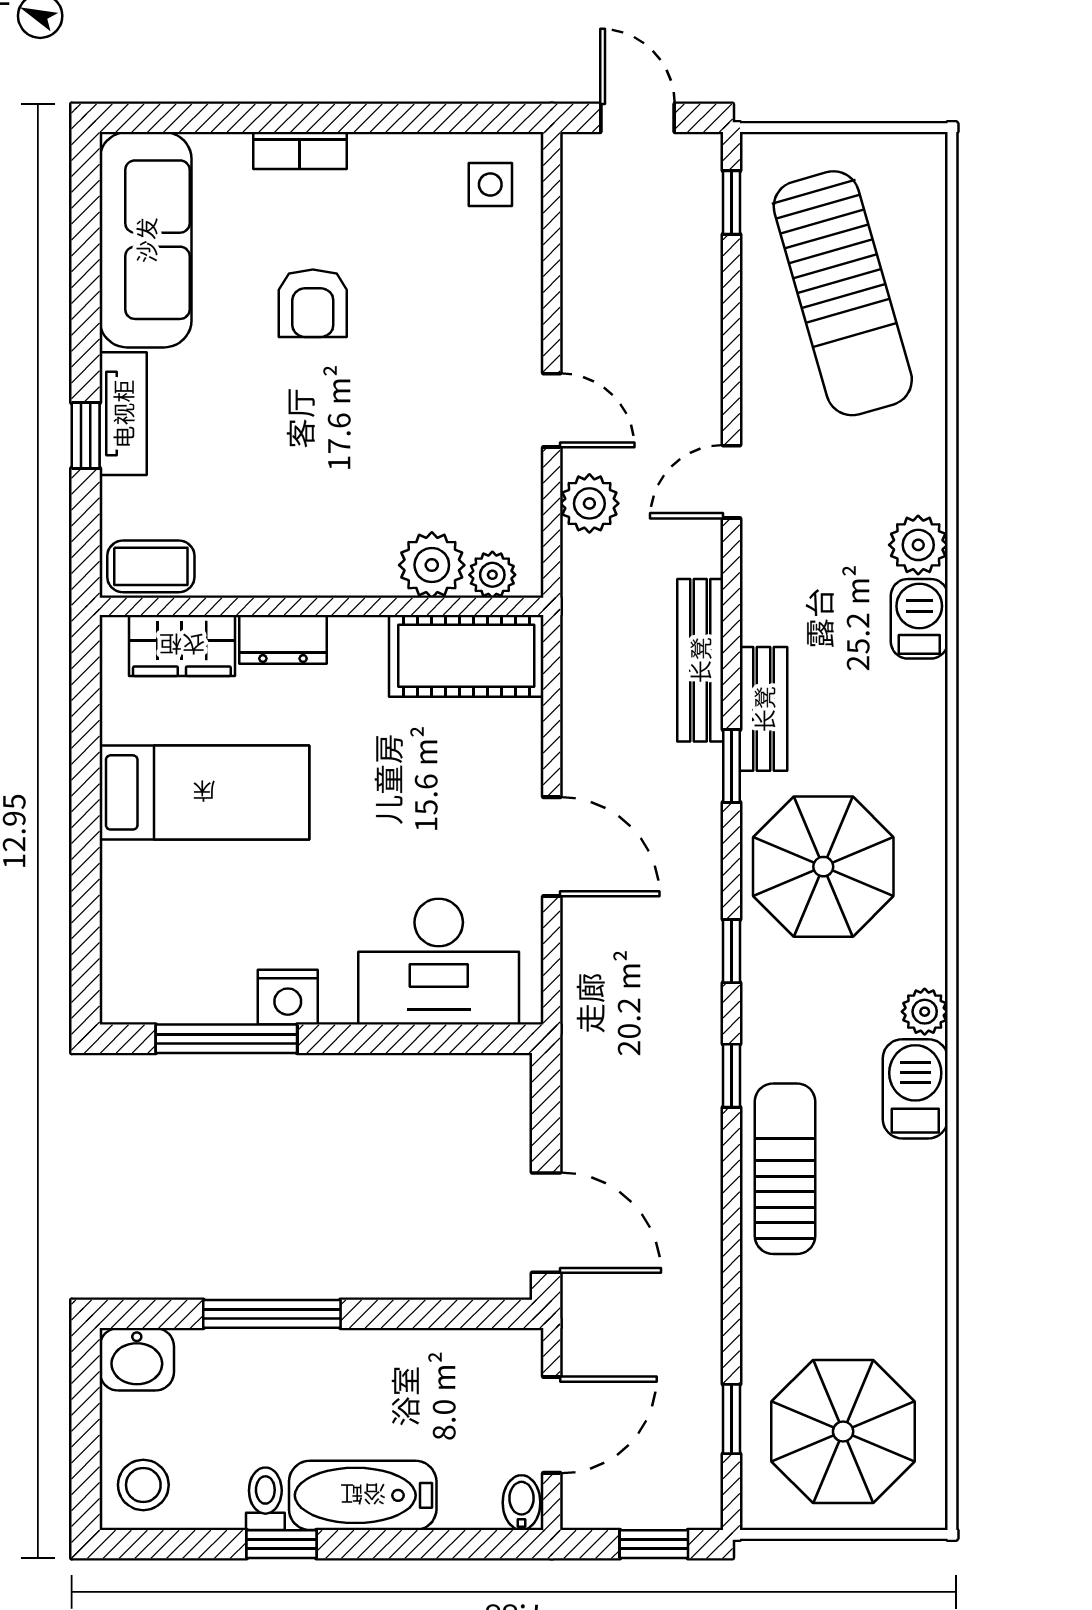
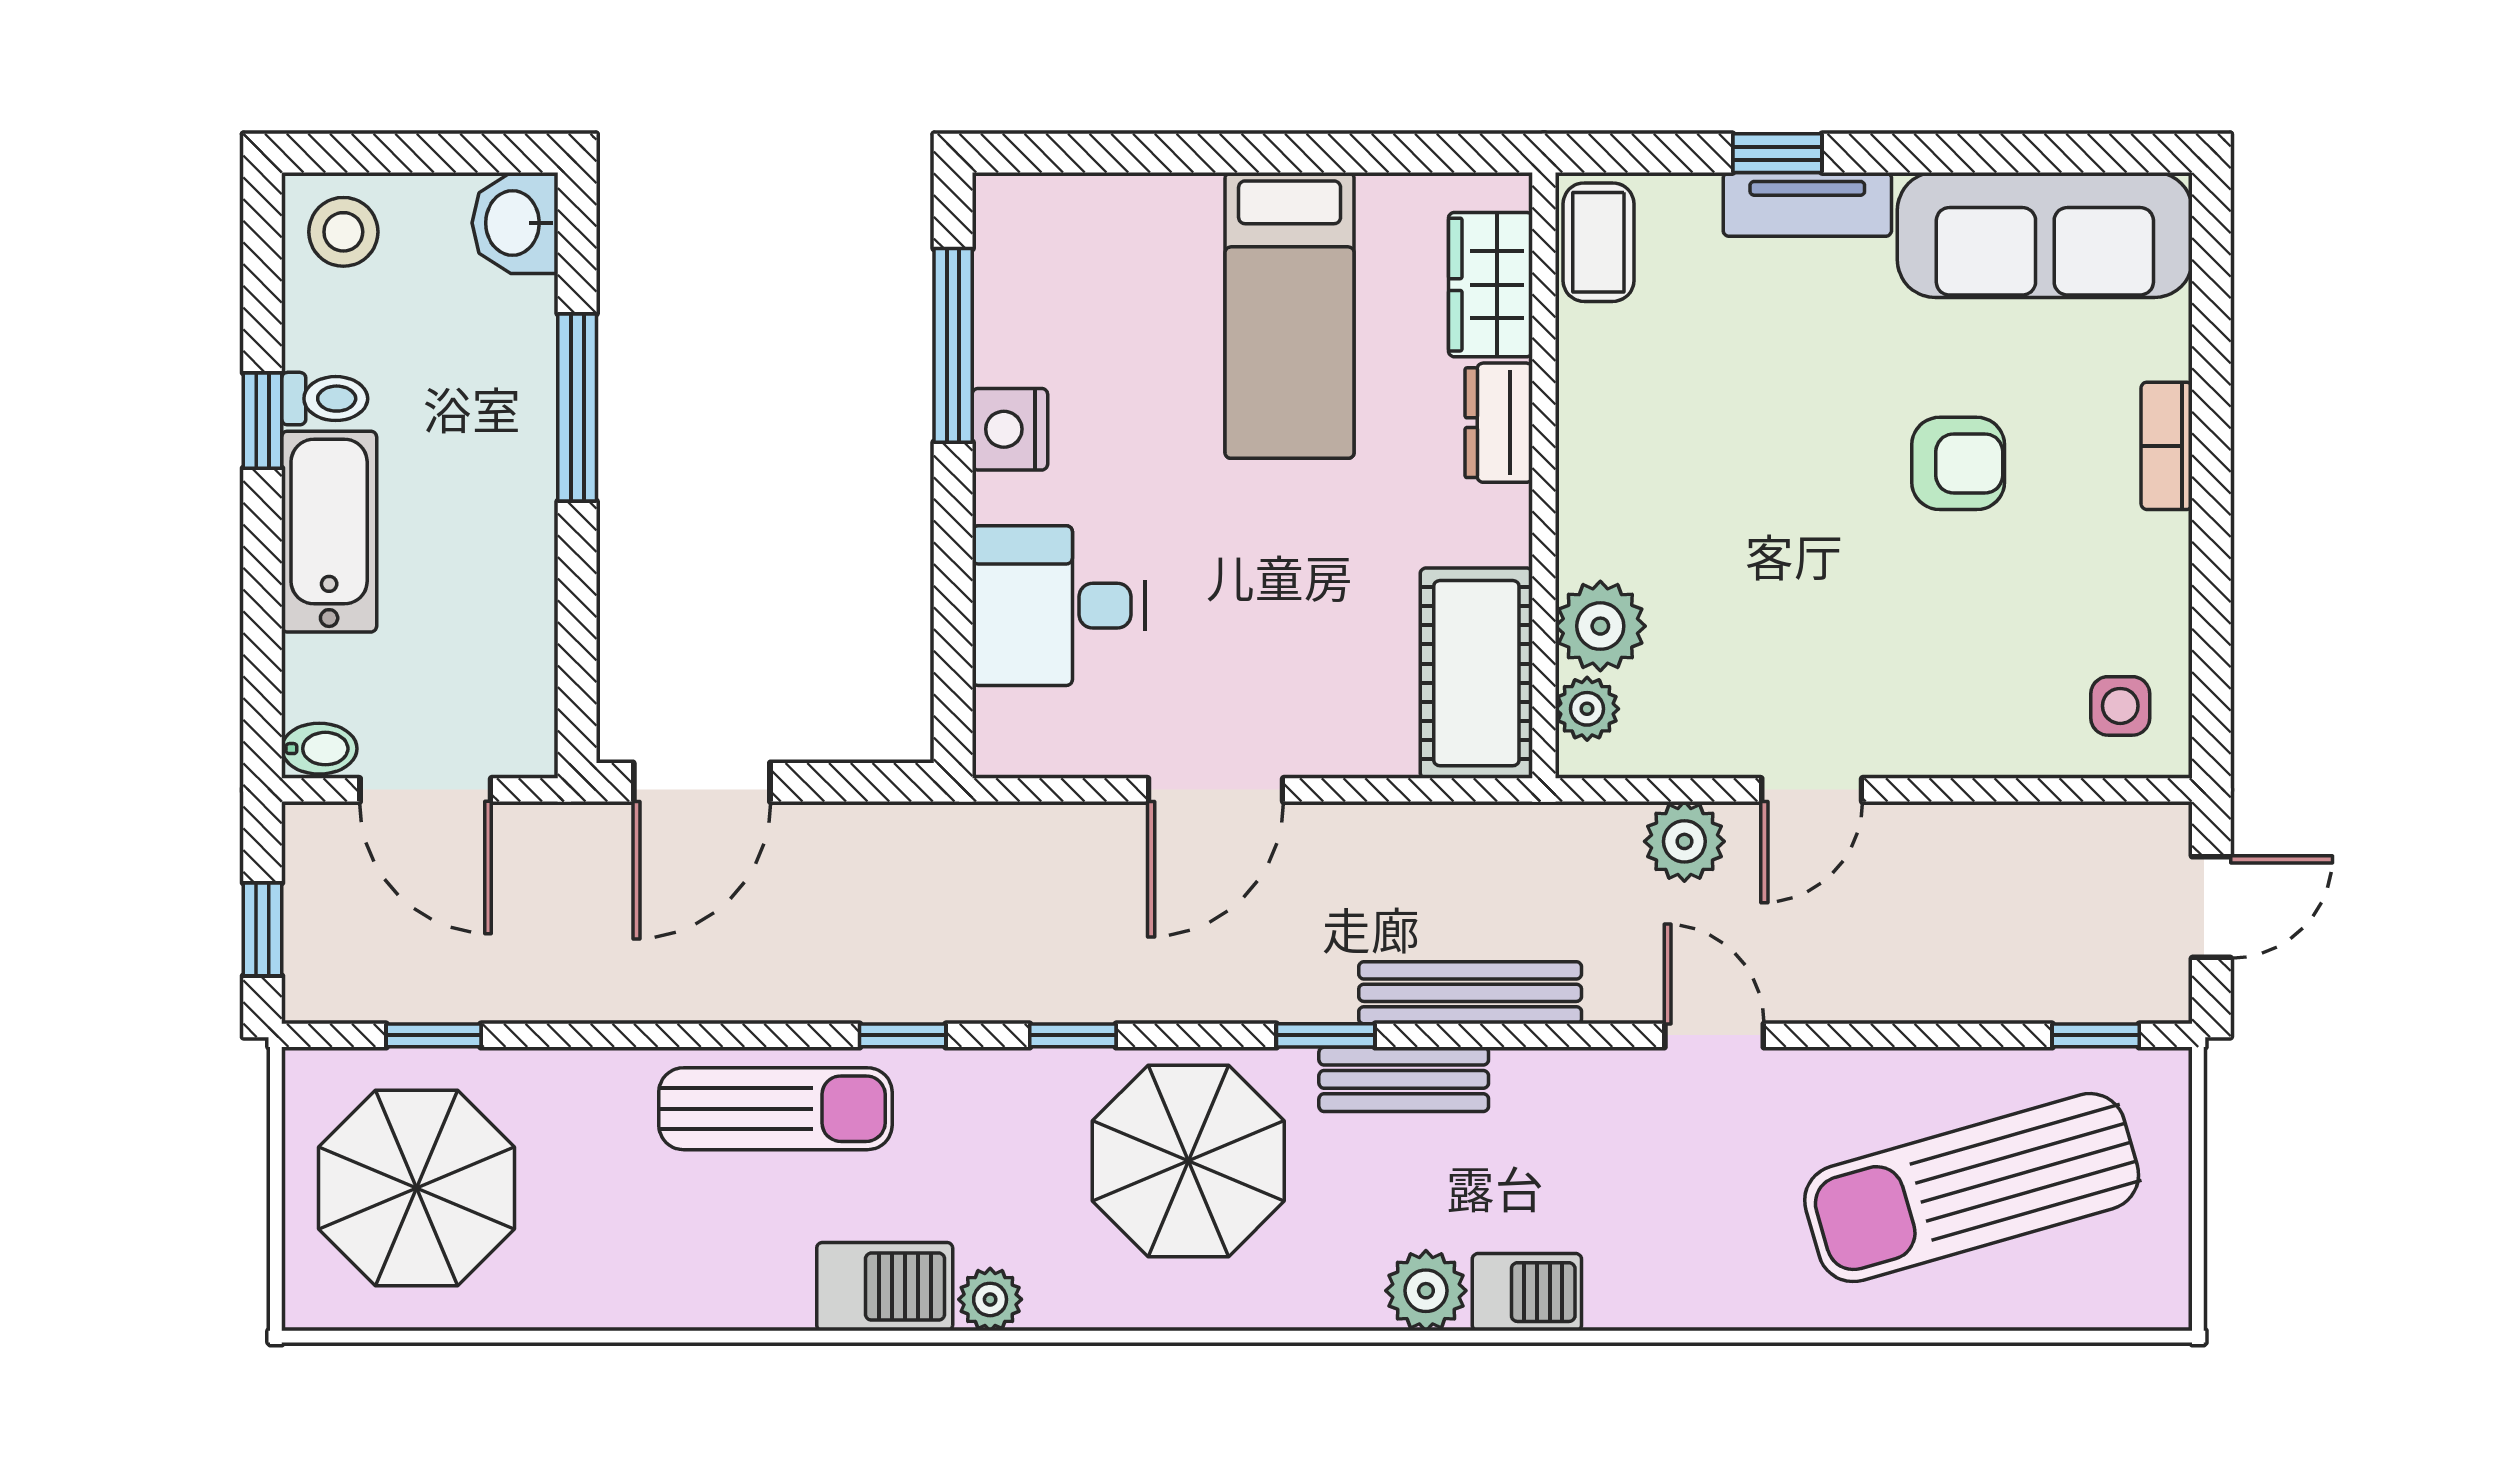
armchair: (313, 303) -> (1958, 463), turned 180
plant: (918, 545) -> (1426, 1291), moved
desk: (439, 962) -> (1058, 606), width x0.73

